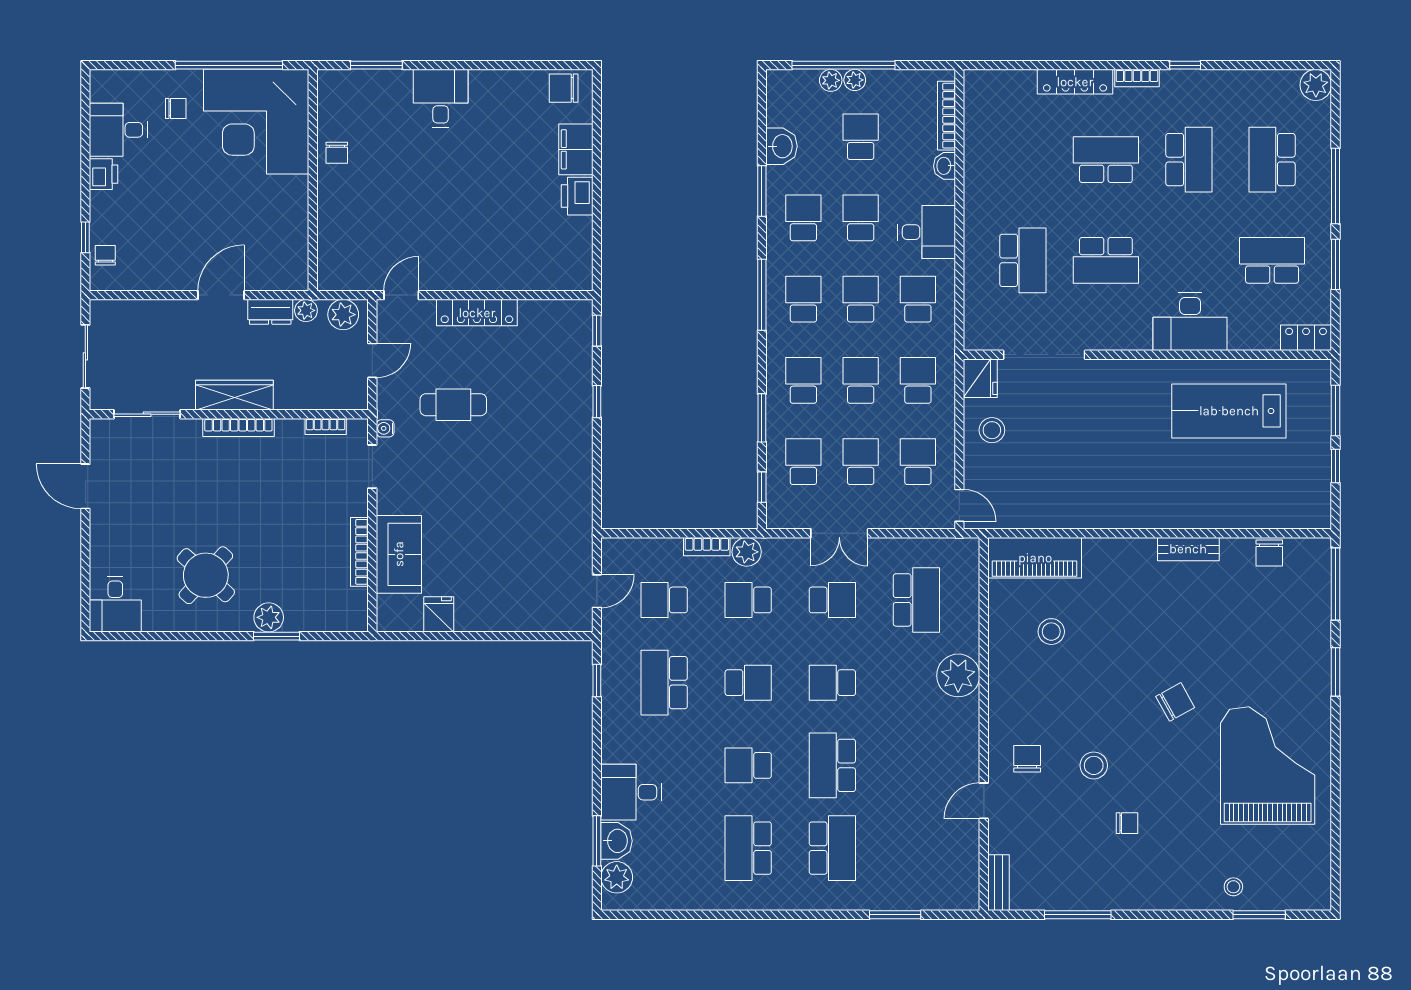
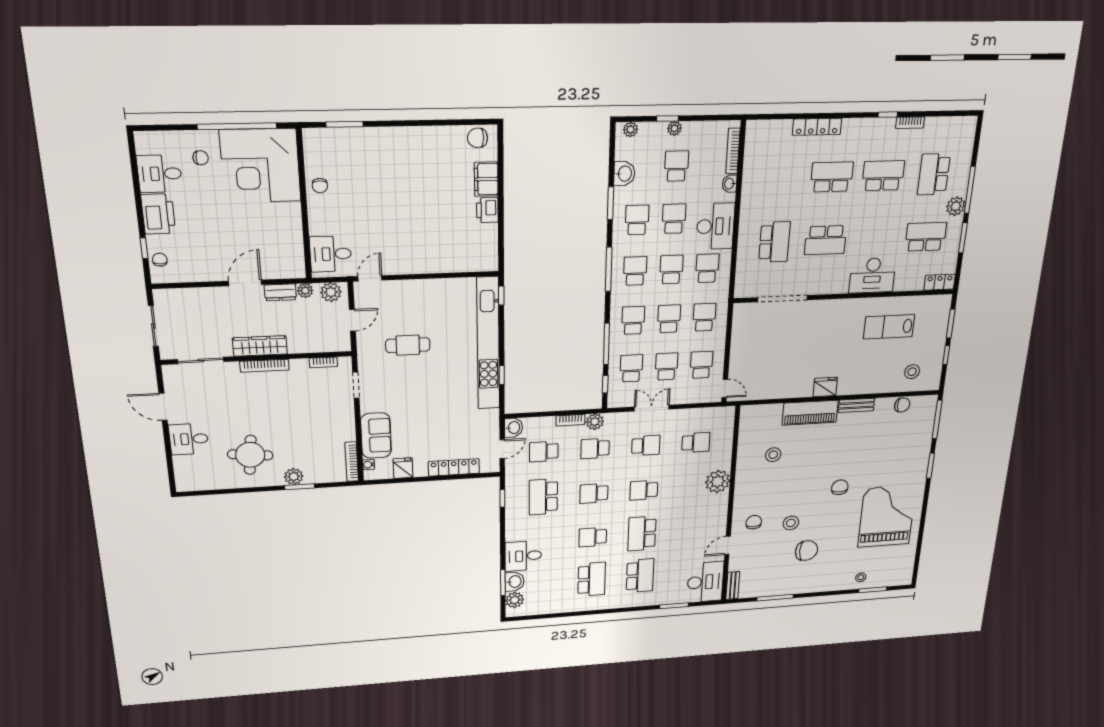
window: (844, 65) -> (668, 118), width x0.32
bookcase: (1137, 78) -> (910, 123), moved
plant: (831, 80) -> (631, 129), moved
plant: (1316, 85) -> (956, 206), moved
desk: (441, 99) -> (331, 254), moved, turned -90
school desk: (1189, 160) -> (883, 176), turned -90
printer: (104, 174) -> (158, 214), width x1.87, depth x1.48
desk: (927, 232) -> (715, 226), width x1.37
locker: (477, 313) -> (454, 467), moved, turned 180
fridge: (980, 378) -> (825, 387), moved, turned -90
window: (597, 402) -> (502, 375), moved
kitchen unit: (576, 409) -> (488, 344), added
lab bench: (1229, 411) -> (889, 327), width x0.73, depth x0.72
window: (762, 418) -> (606, 344), width x1.44
water cooler: (385, 428) -> (369, 465), moved
stool: (992, 430) -> (912, 372), moved
double door: (839, 533) -> (652, 408), swing flipped
bookcase: (359, 552) -> (352, 462), moved
chair: (1269, 553) -> (902, 405), turned -90
washbasin: (615, 554) -> (513, 428), added
piano: (1035, 558) -> (810, 413), moved
round table: (206, 575) -> (250, 455), turned -36
school desk: (916, 600) -> (696, 442), width x0.54
desk: (115, 604) -> (189, 439), moved, turned 90
school desk: (748, 683) -> (594, 493), turned 180
chair: (1175, 702) -> (840, 487), turned -61
chair: (1127, 823) -> (806, 551), width x1.87, depth x1.87
school desk: (748, 848) -> (592, 579), turned 180
desk: (949, 871) -> (705, 582), added

